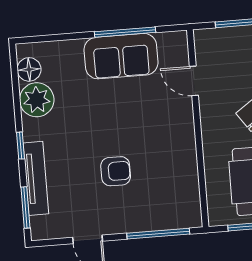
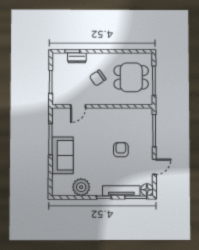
sofa: (121, 56) -> (62, 155), moved
floor lamp: (29, 69) -> (147, 190), moved

